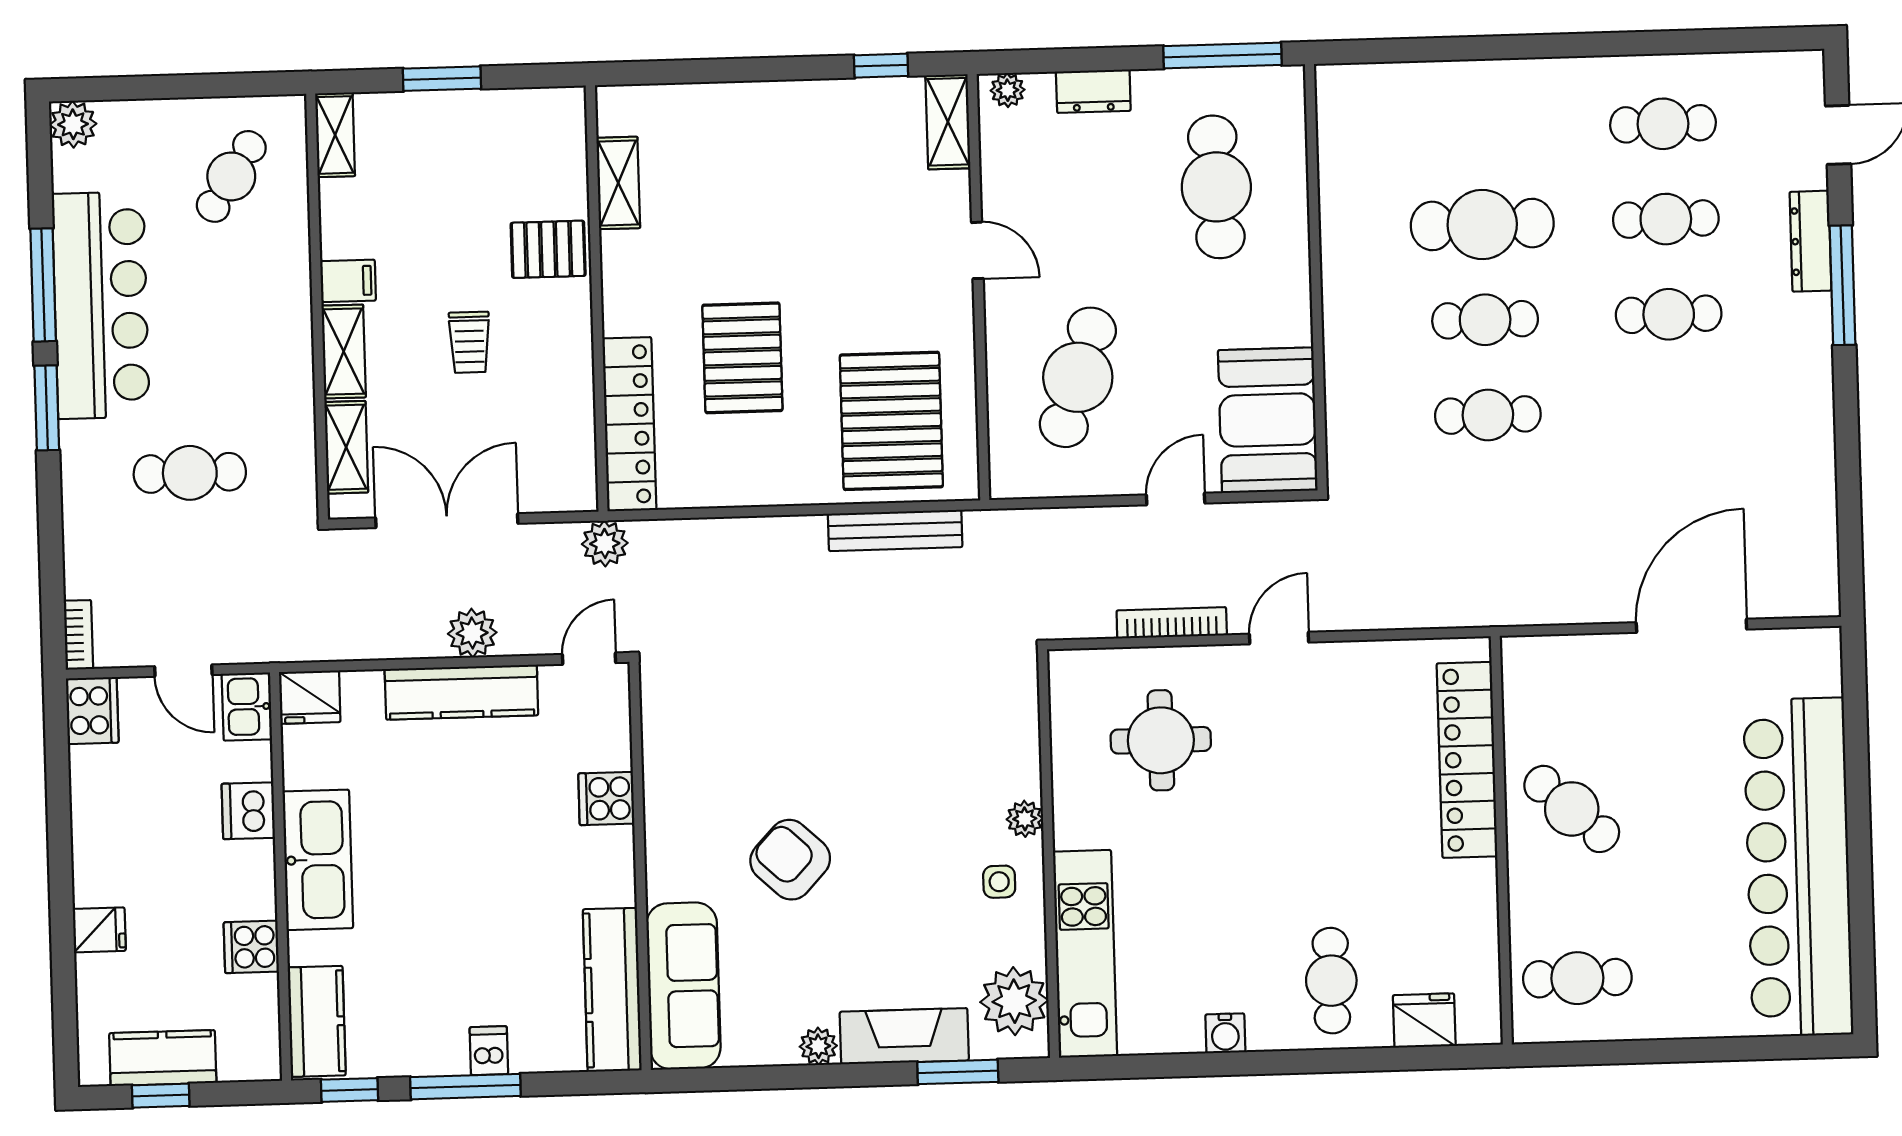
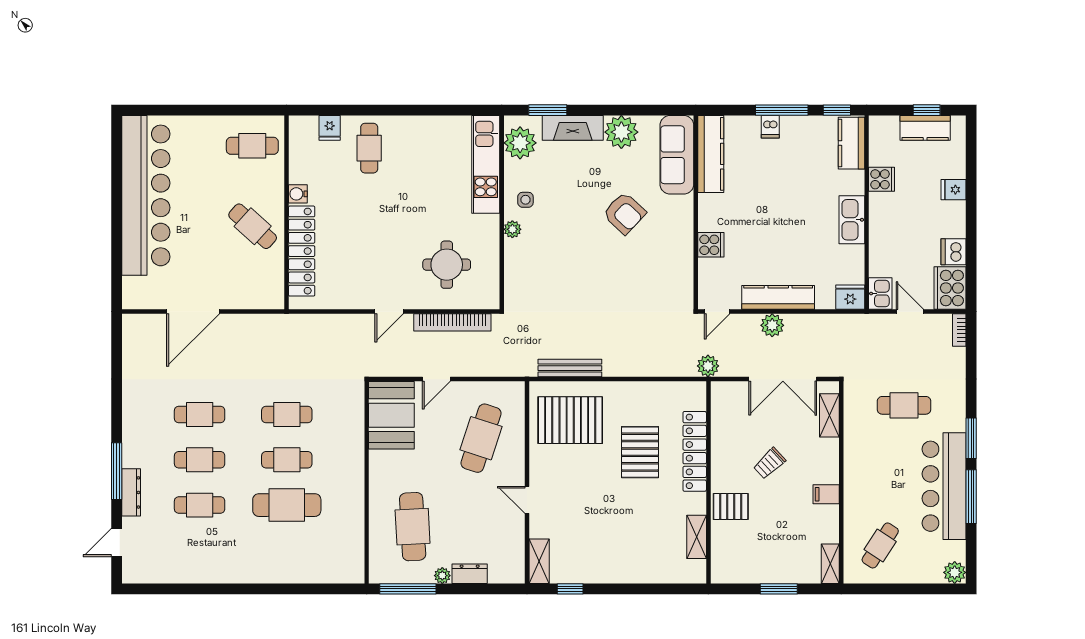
plant: (1008, 90) -> (442, 576), moved
cafe table: (1663, 124) -> (200, 415), moved
trolley: (469, 342) -> (769, 463), turned -133
shelving: (344, 351) -> (829, 461), removed
pallet: (891, 421) -> (570, 420), turned 90
locker: (629, 424) -> (695, 451), moved
bookcase: (1172, 623) -> (452, 322), width x1.48, depth x1.31
cooker: (92, 711) -> (950, 288), width x1.37, depth x1.31
dishwasher: (248, 811) -> (953, 252), moved, turned 180
kitchen sink: (318, 860) -> (852, 220), width x0.73, depth x0.81
fridge: (1424, 1021) -> (330, 128), width x0.72
water cooler: (1225, 1033) -> (298, 194), moved, turned -90
plant: (818, 1046) -> (621, 132), width x1.87, depth x1.87

